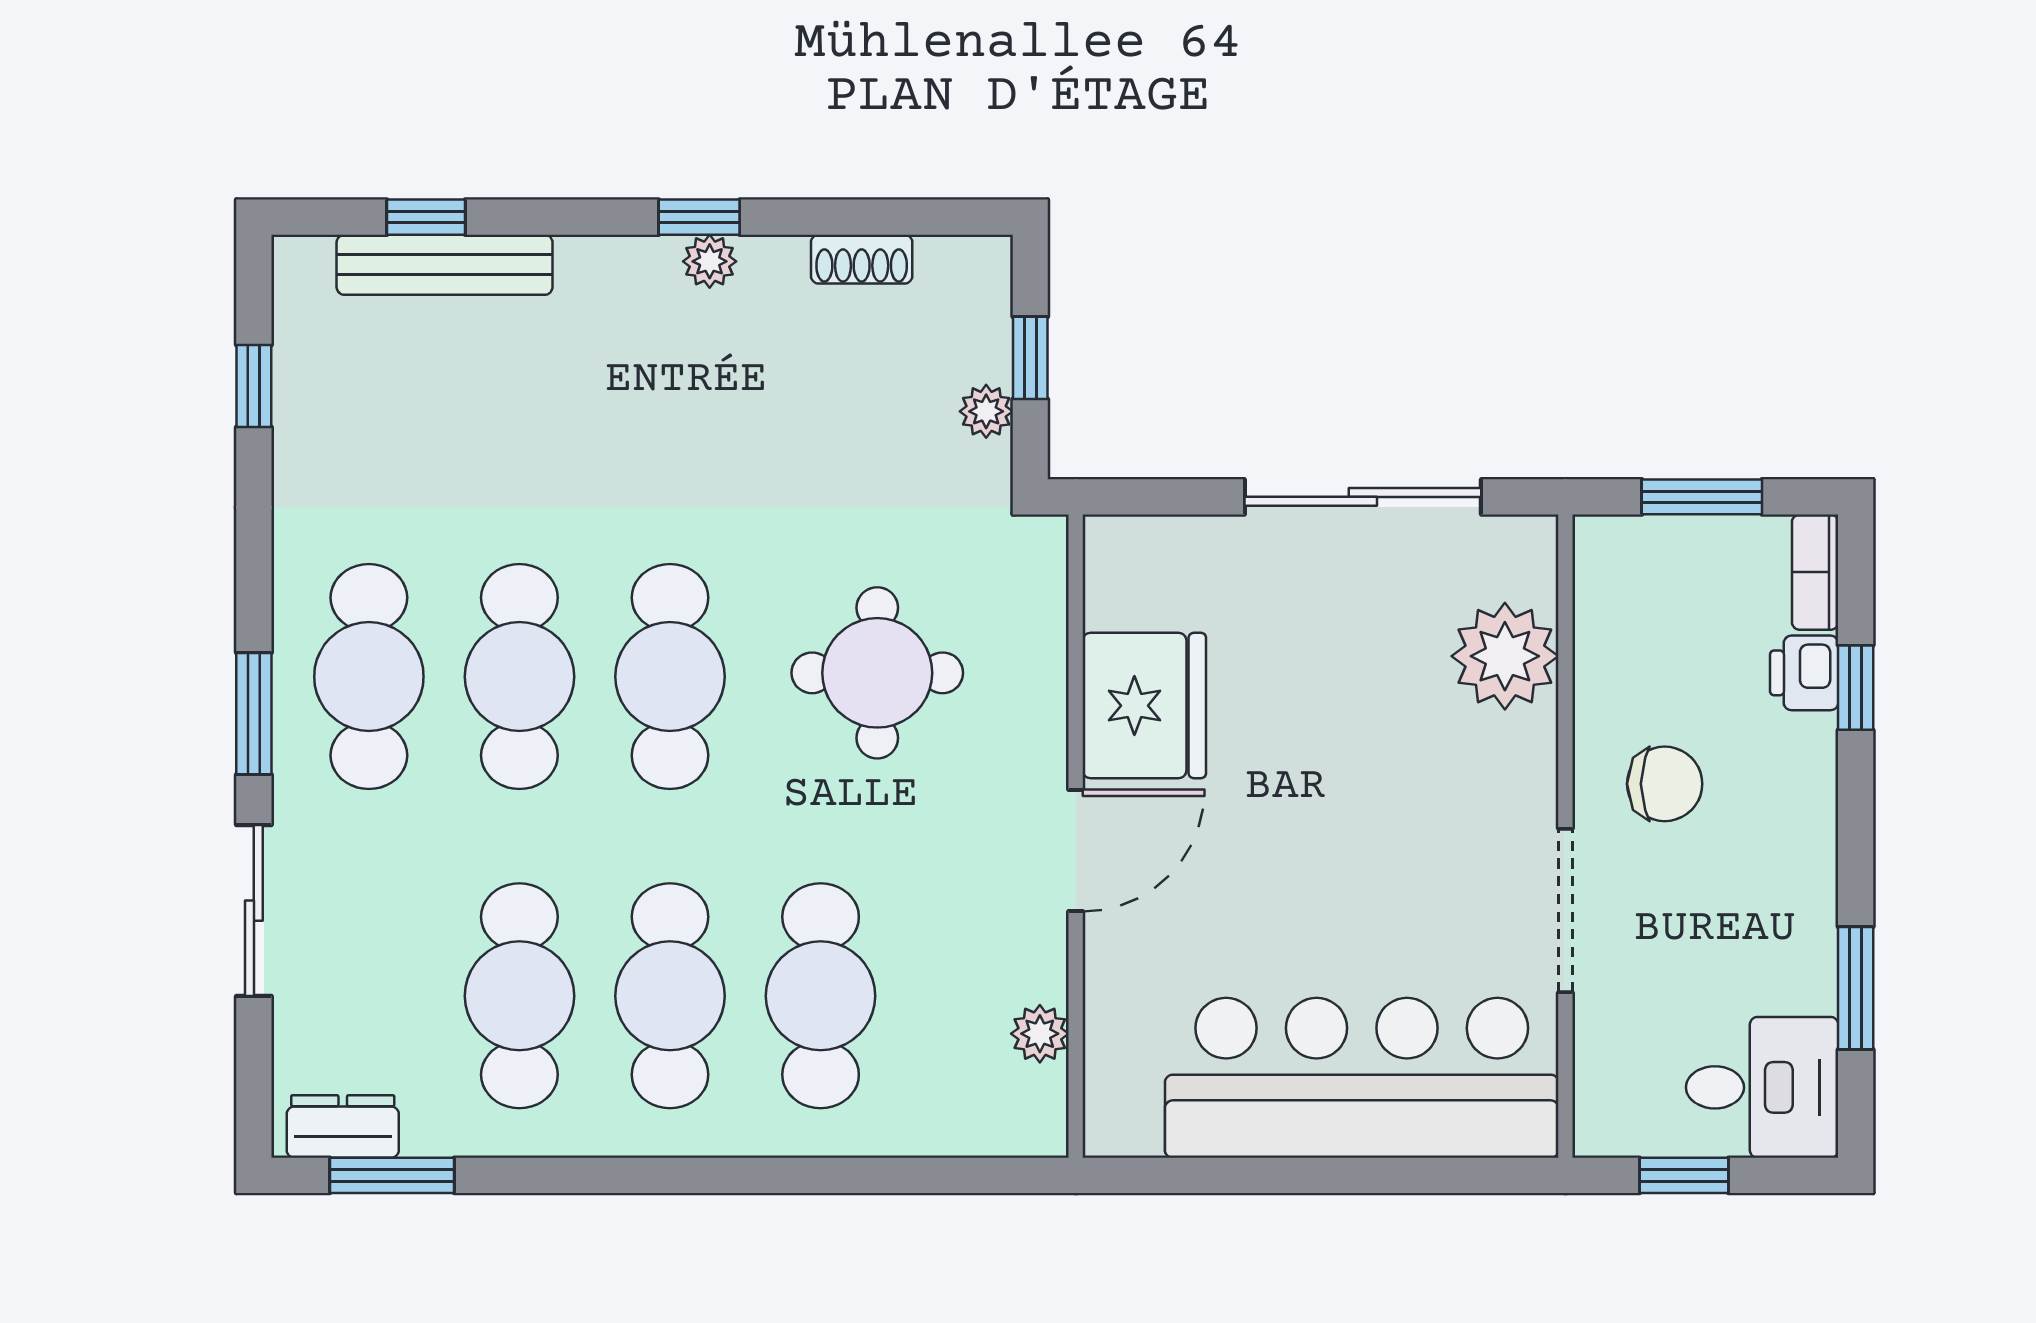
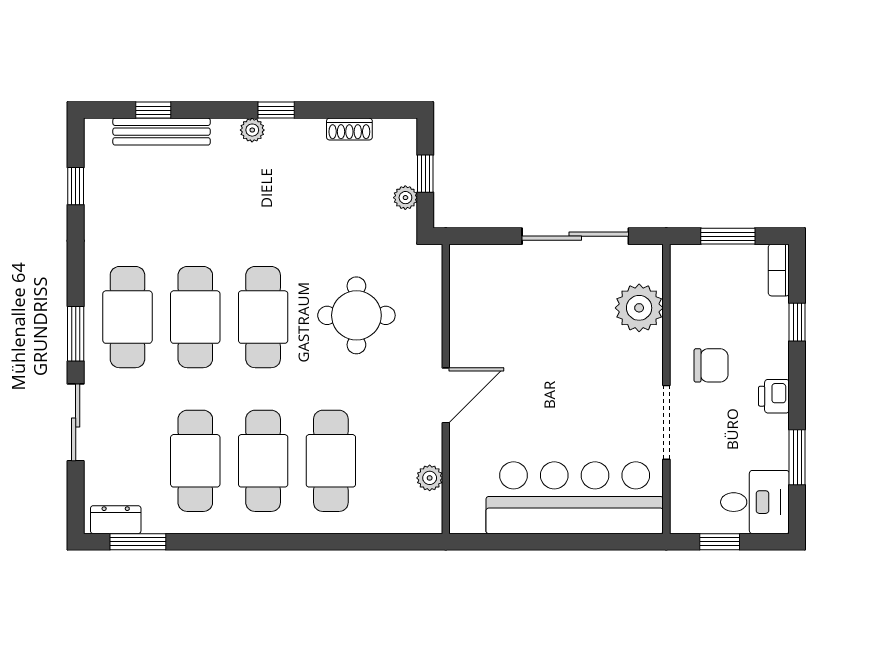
plant: (710, 261) -> (252, 130), moved
printer: (1804, 673) -> (774, 396), moved
fridge: (1144, 706) -> (477, 330), removed

